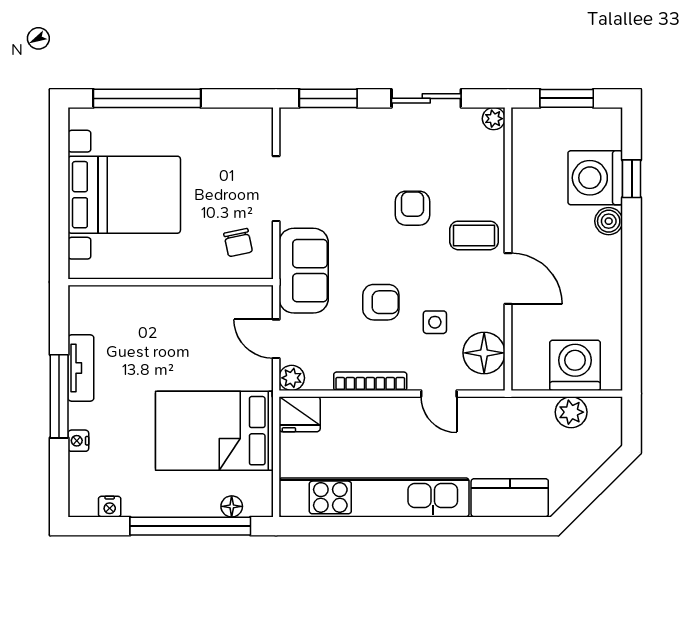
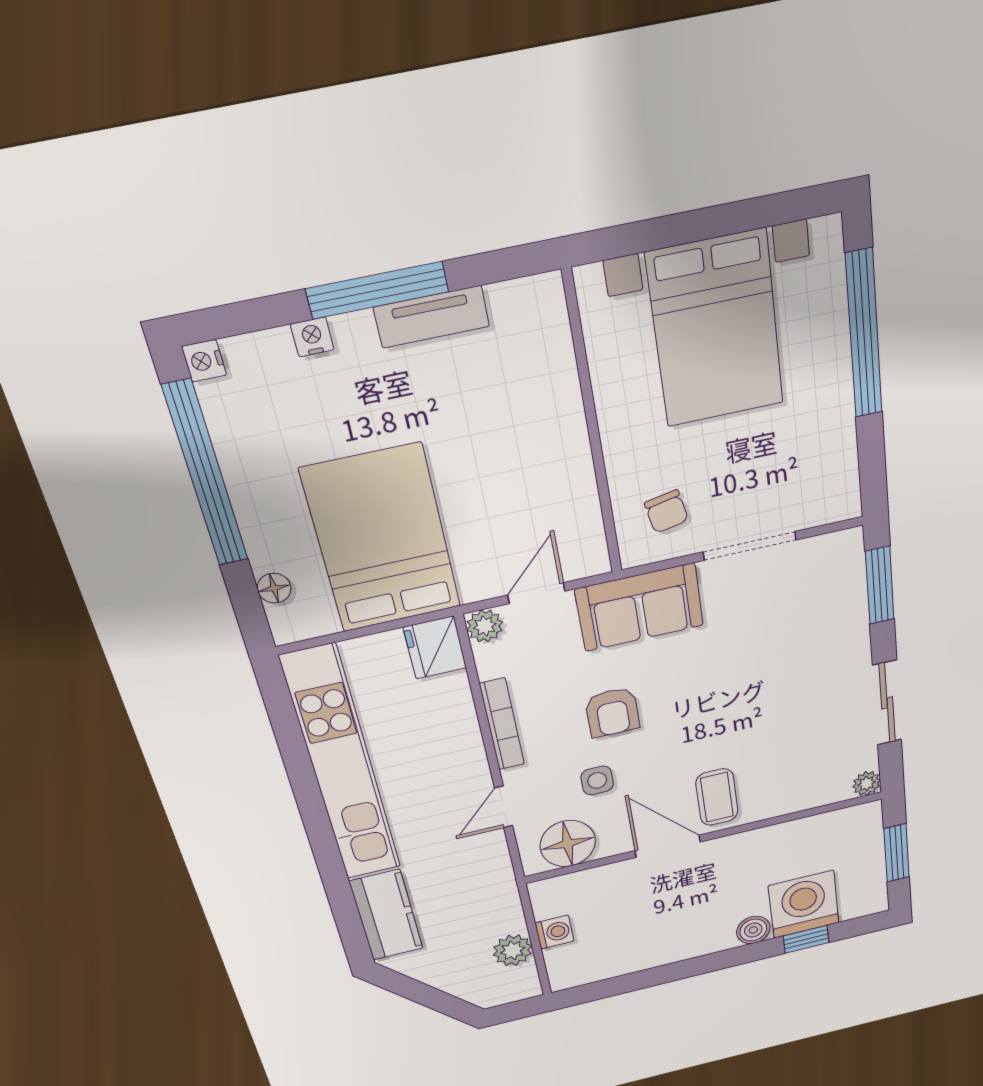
armchair: (413, 208) -> (743, 720), removed
chair: (238, 243) -> (666, 512), turned -89
door: (508, 279) -> (668, 846), swing flipped
washing machine: (575, 365) -> (555, 932), width x0.53, depth x0.53
nightstand: (110, 507) -> (204, 361), moved
window: (190, 526) -> (206, 475), moved

